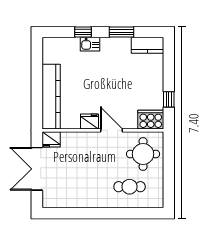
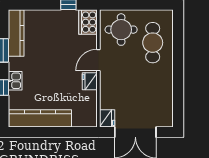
kitchen counter: (147, 45) -> (16, 33), width x1.50
kitchen counter: (51, 97) -> (40, 118), moved
cafe table: (130, 187) -> (153, 43), width x1.37, depth x1.35

